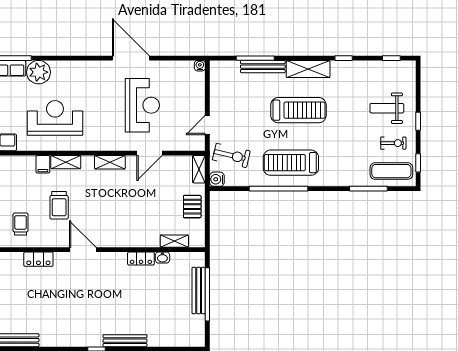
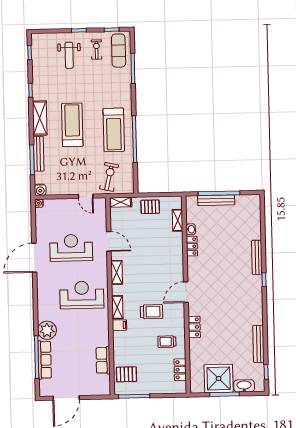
reception desk: (55, 118) -> (82, 295), moved, turned 90
water cooler: (217, 179) -> (40, 190), moved

